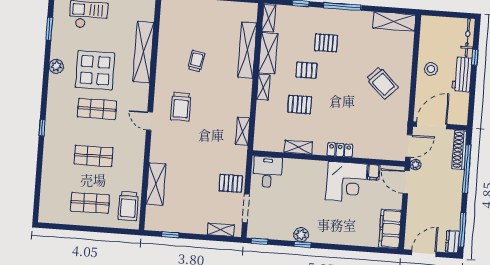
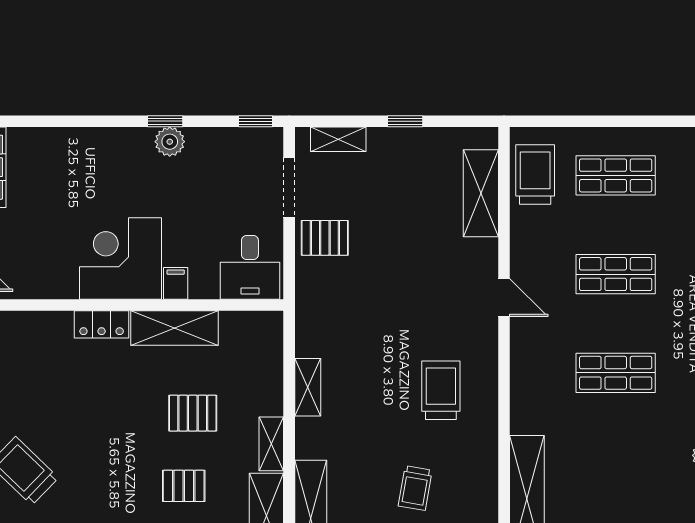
display table: (95, 70) -> (625, 453), removed
door: (149, 121) -> (504, 298), moved
shelving: (243, 131) -> (308, 387), moved
shelving: (298, 147) -> (174, 328), width x1.50, depth x1.33
filing cabinet: (374, 172) -> (176, 283), moved
corner desk: (346, 182) -> (121, 258), moved
shelving: (156, 184) -> (481, 193), moved
window: (170, 235) -> (405, 121), moved

